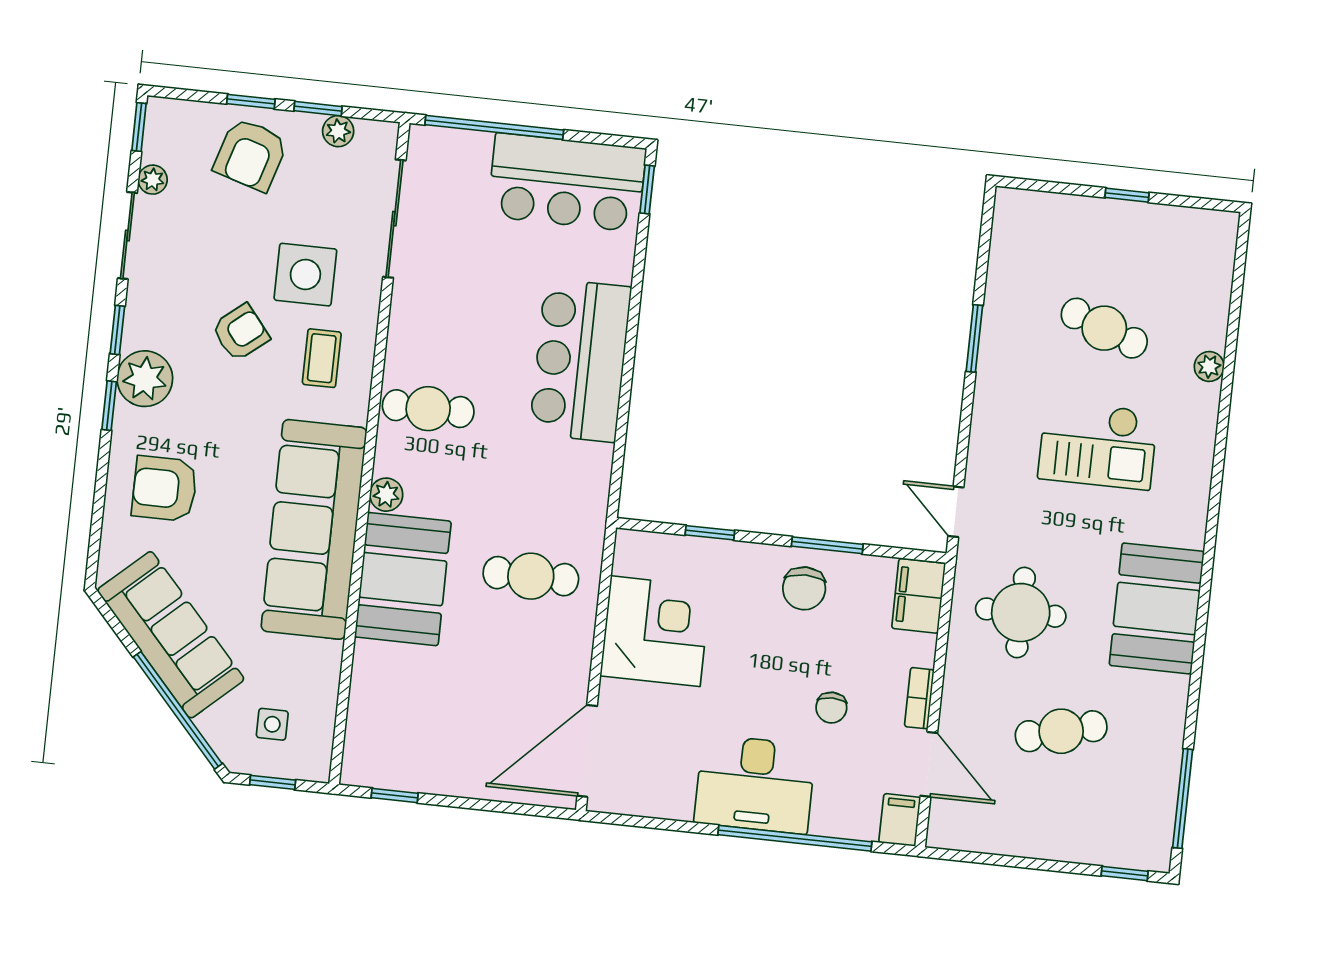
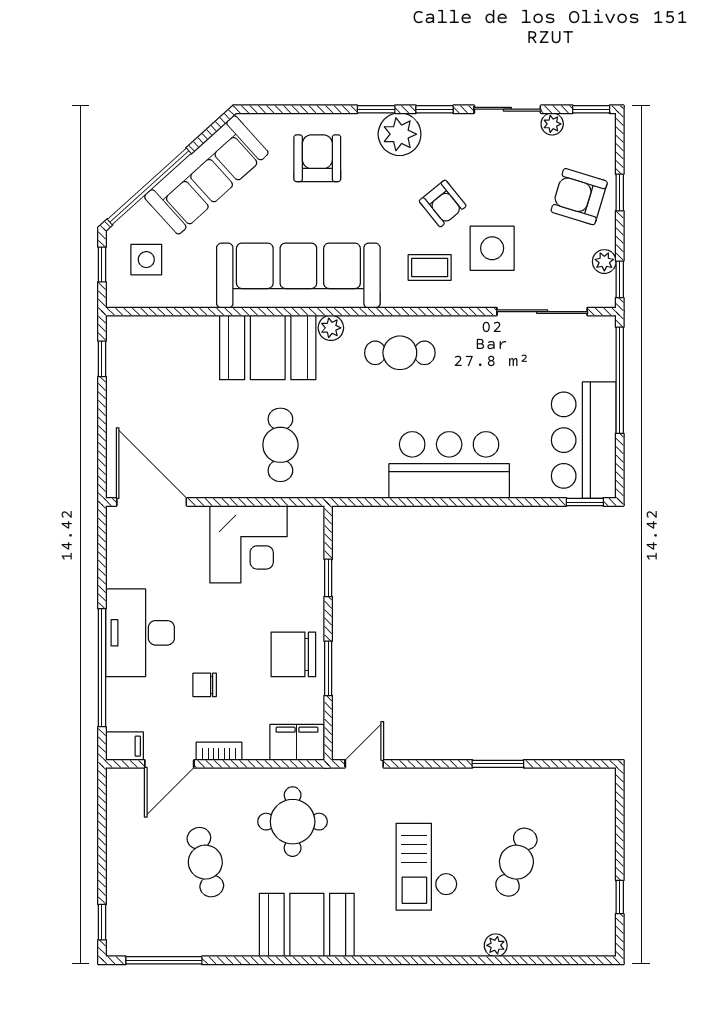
window: (318, 109) -> (620, 279), moved
window: (1127, 195) -> (620, 897), moved
cafe table: (428, 409) -> (400, 353), turned 90
chair: (804, 588) -> (293, 654), width x1.37, depth x1.37
side table: (272, 724) -> (146, 260), width x1.37, depth x1.37

